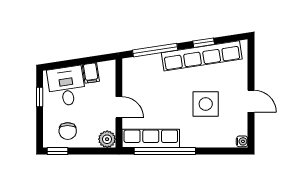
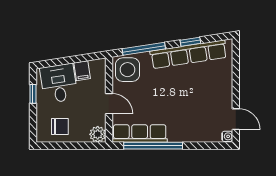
door: (251, 101) -> (236, 119), moved
side table: (206, 104) -> (128, 70), moved
chair: (68, 131) -> (60, 126), turned -90
window: (57, 151) -> (50, 146), removed

